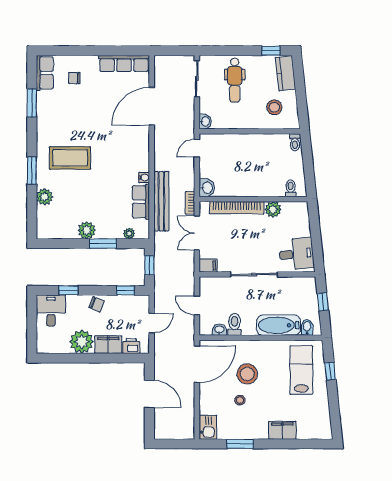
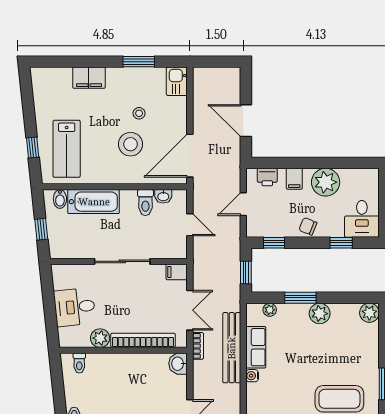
plant: (45, 197) -> (369, 313), moved
desk: (296, 254) -> (75, 307), moved
filing cabinet: (108, 345) -> (294, 179), width x0.50

